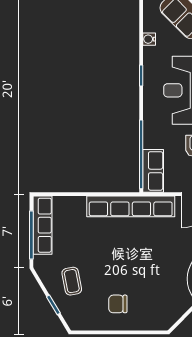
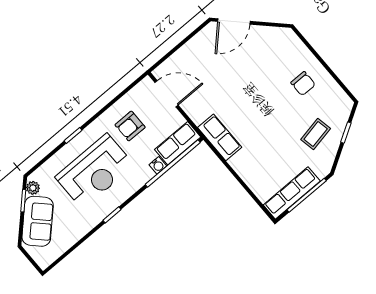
water cooler: (149, 39) -> (158, 165), moved
row of seats: (131, 206) -> (220, 137), width x0.50

